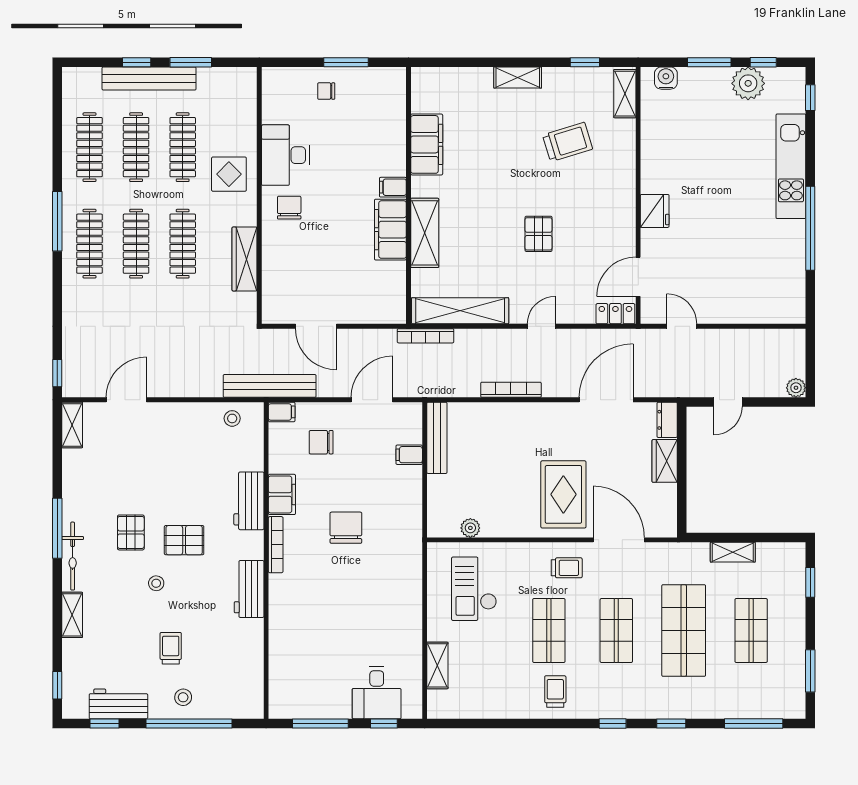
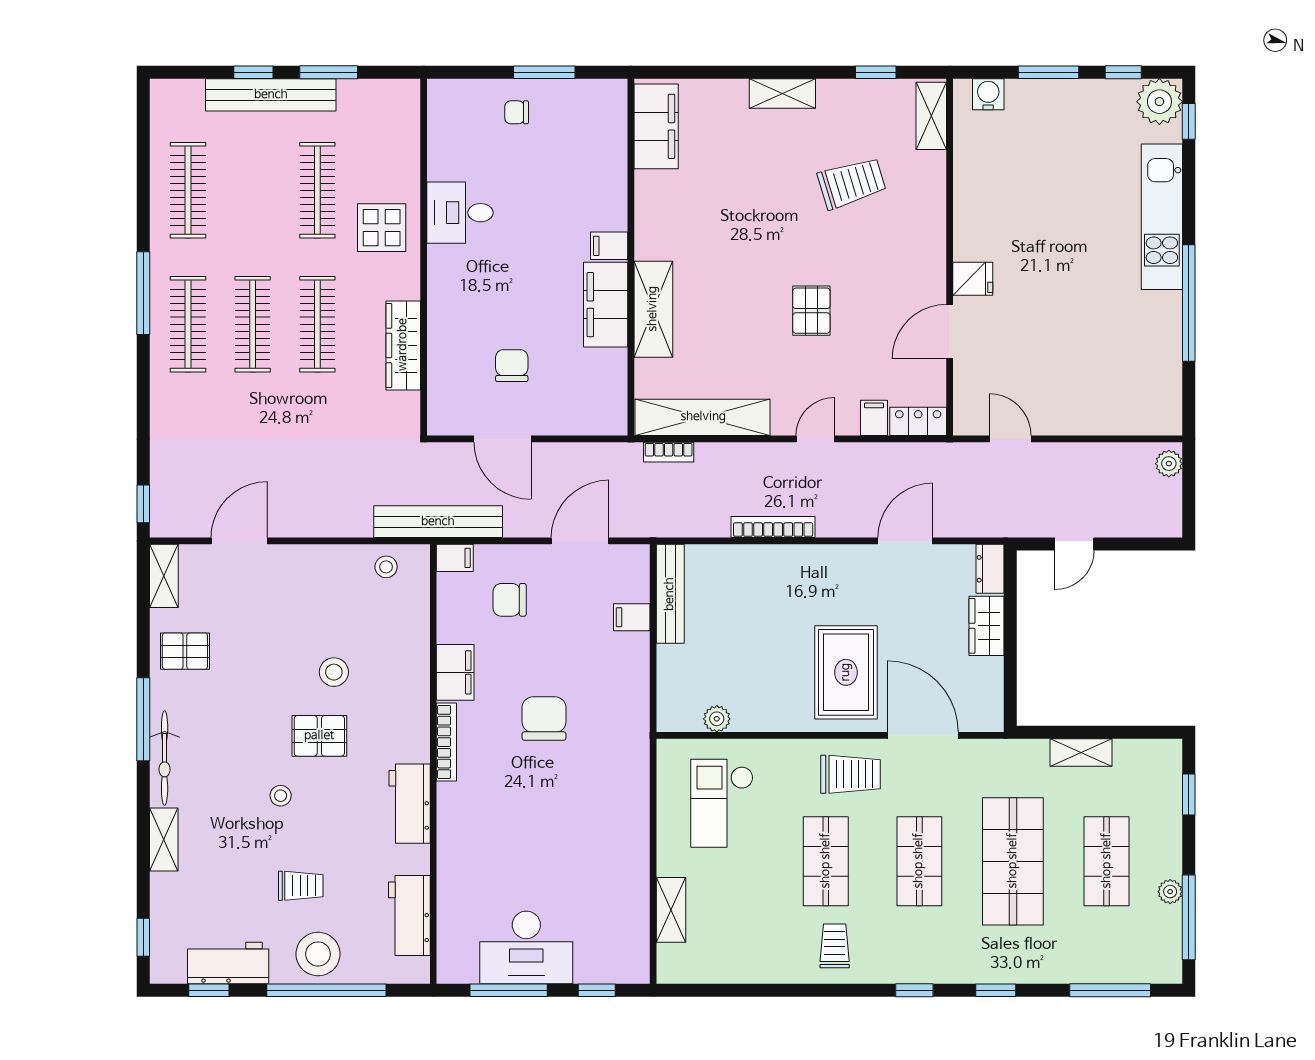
plant: (748, 83) -> (1159, 102), moved
filing cabinet: (427, 144) -> (656, 126), moved
clothes rail: (136, 147) -> (253, 190), removed
desk: (285, 155) -> (460, 213), width x0.73
chair: (289, 208) -> (512, 366), moved
fridge: (655, 211) -> (973, 279), width x0.72
door: (638, 277) -> (950, 332), moved
filing cabinet: (584, 311) -> (874, 418), added
bookcase: (426, 336) -> (669, 452), width x0.64
plant: (796, 388) -> (1169, 464), moved
door: (606, 400) -> (905, 541), width x0.73
stool: (195, 494) -> (334, 672), added
workbench: (249, 501) -> (409, 916), moved
pallet: (131, 532) -> (185, 651), moved, turned 90
trolley: (567, 568) -> (851, 774), width x1.36, depth x1.39
trolley: (171, 648) -> (301, 886), turned 90
plant: (797, 652) -> (1170, 892), added
window: (810, 671) -> (1189, 917), width x1.44
desk: (377, 693) -> (526, 948), moved, width x1.37
stool: (183, 697) -> (318, 954), width x1.89, depth x1.89

